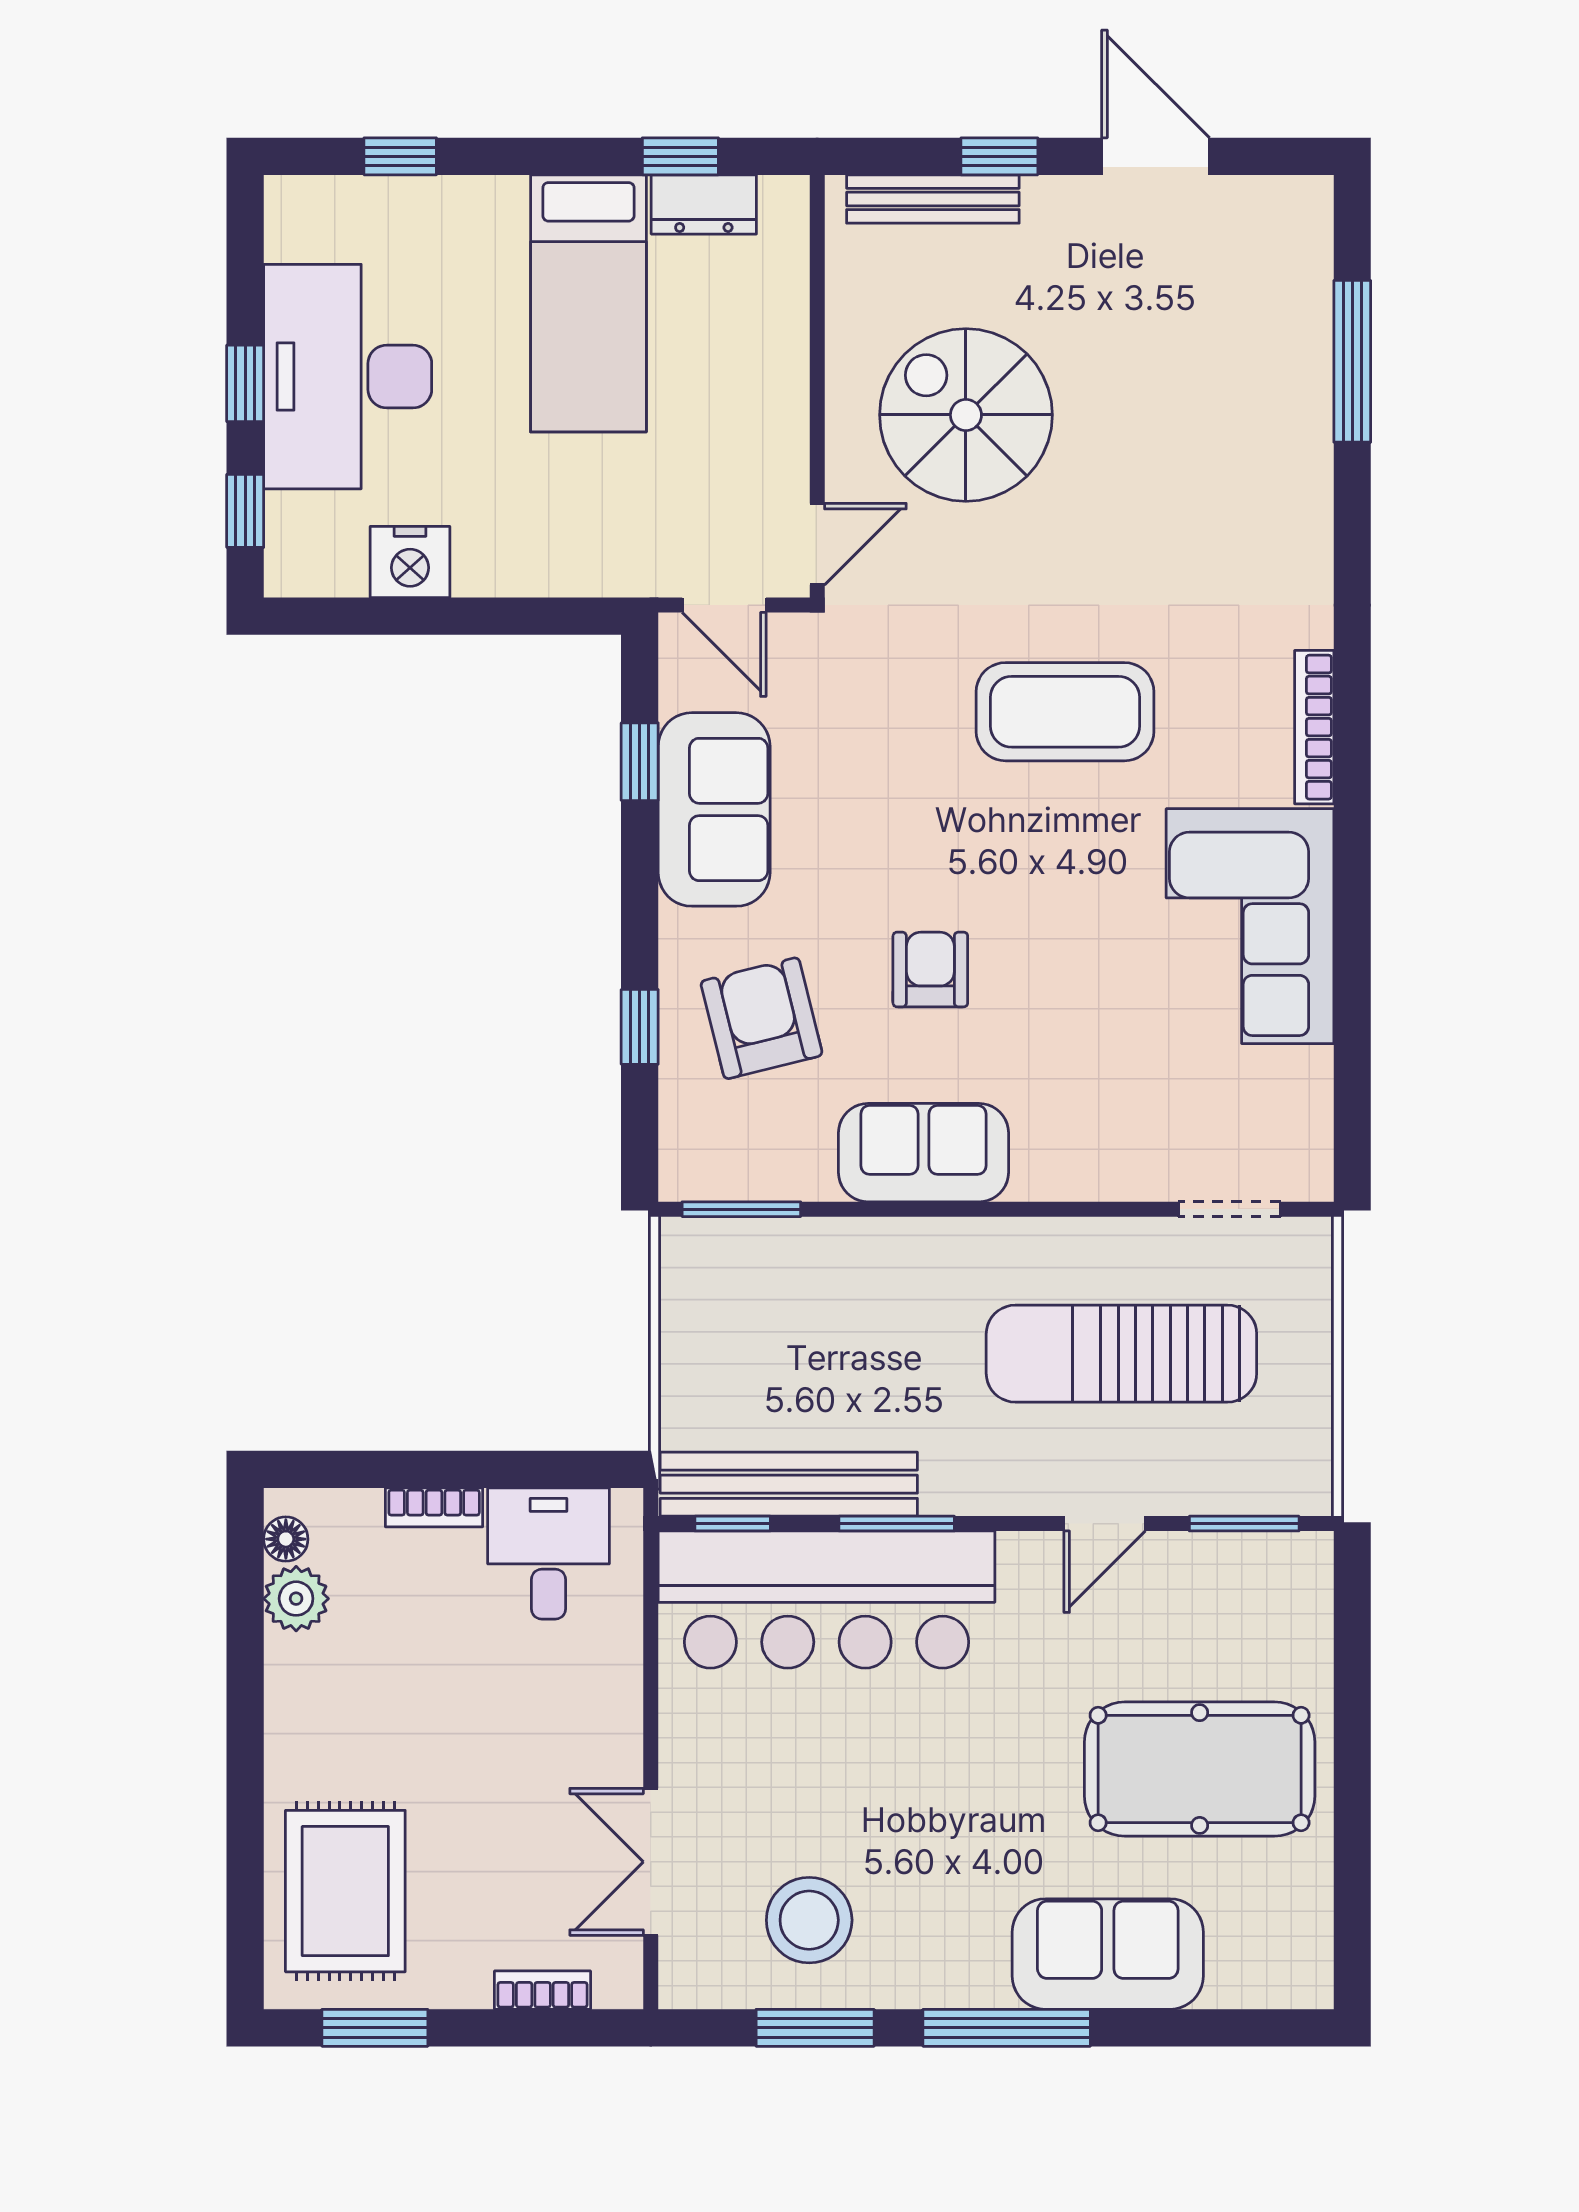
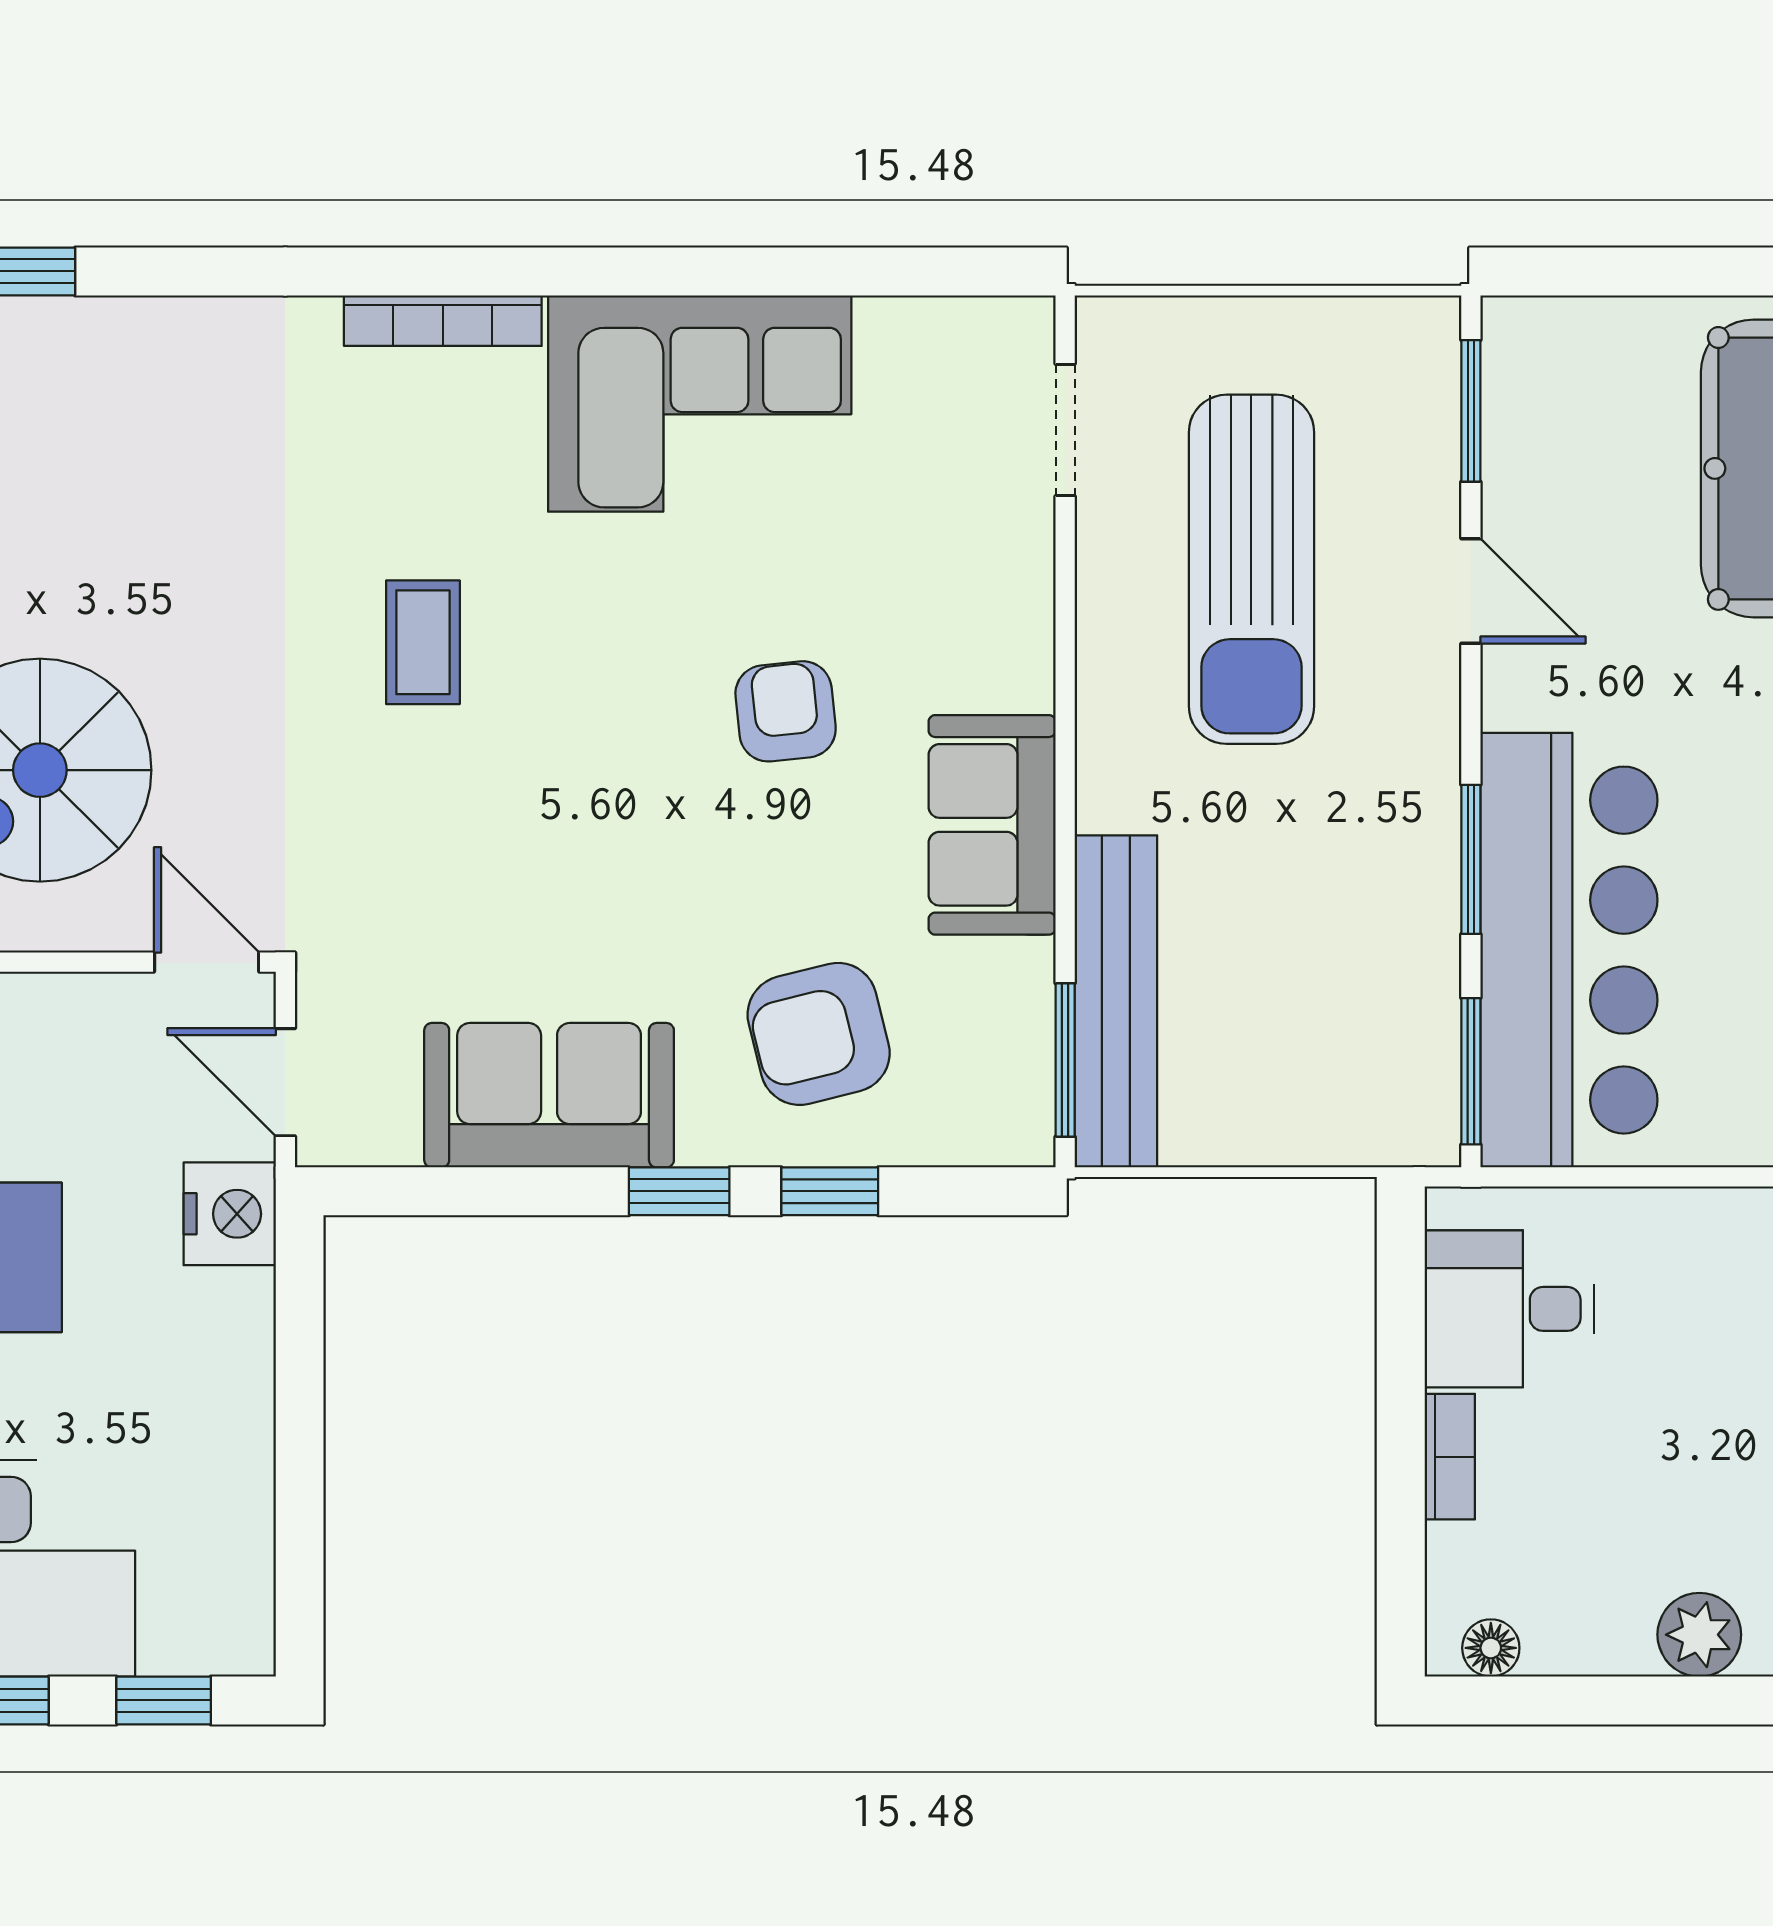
nightstand: (410, 562) -> (230, 1214), moved
door: (724, 605) -> (285, 1082), swing flipped
coffee table: (1065, 712) -> (423, 642), width x0.54, depth x0.58
window: (640, 762) -> (679, 1191), moved
armchair: (930, 970) -> (786, 711), moved, turned 84
bench: (789, 1484) -> (1116, 1001), moved
window: (733, 1524) -> (1471, 1071), width x1.50
plant: (296, 1599) -> (1699, 1635), moved

